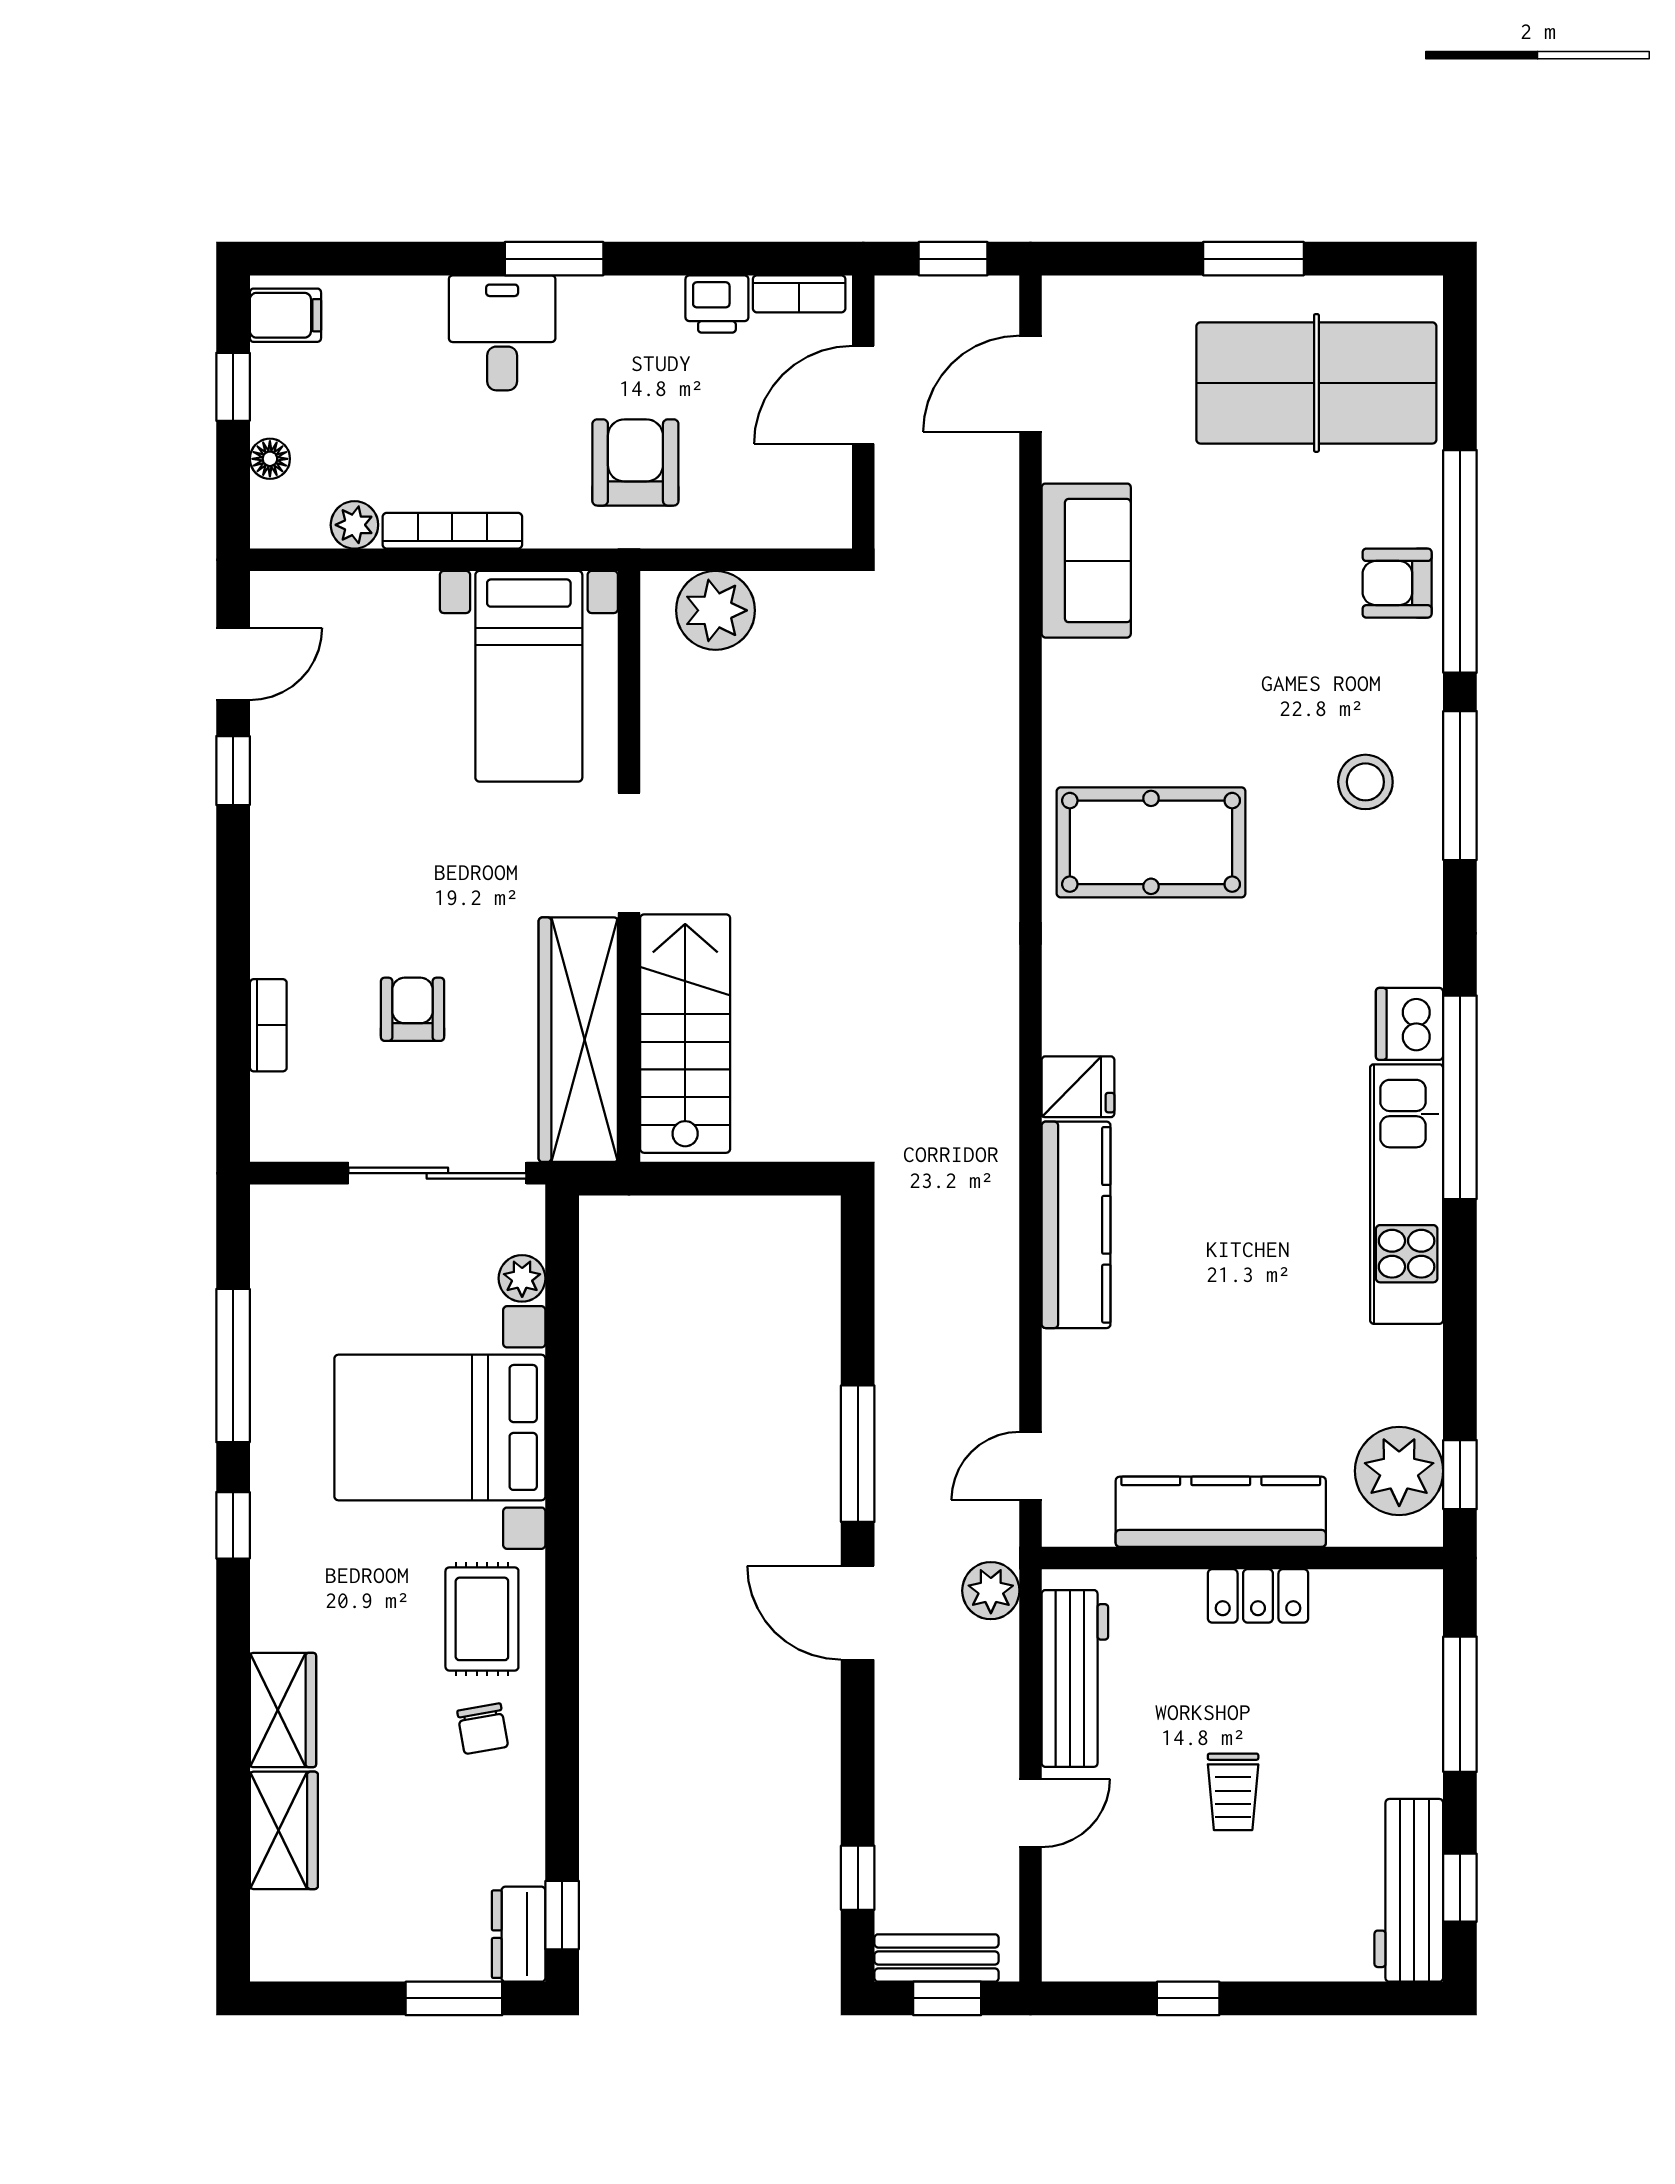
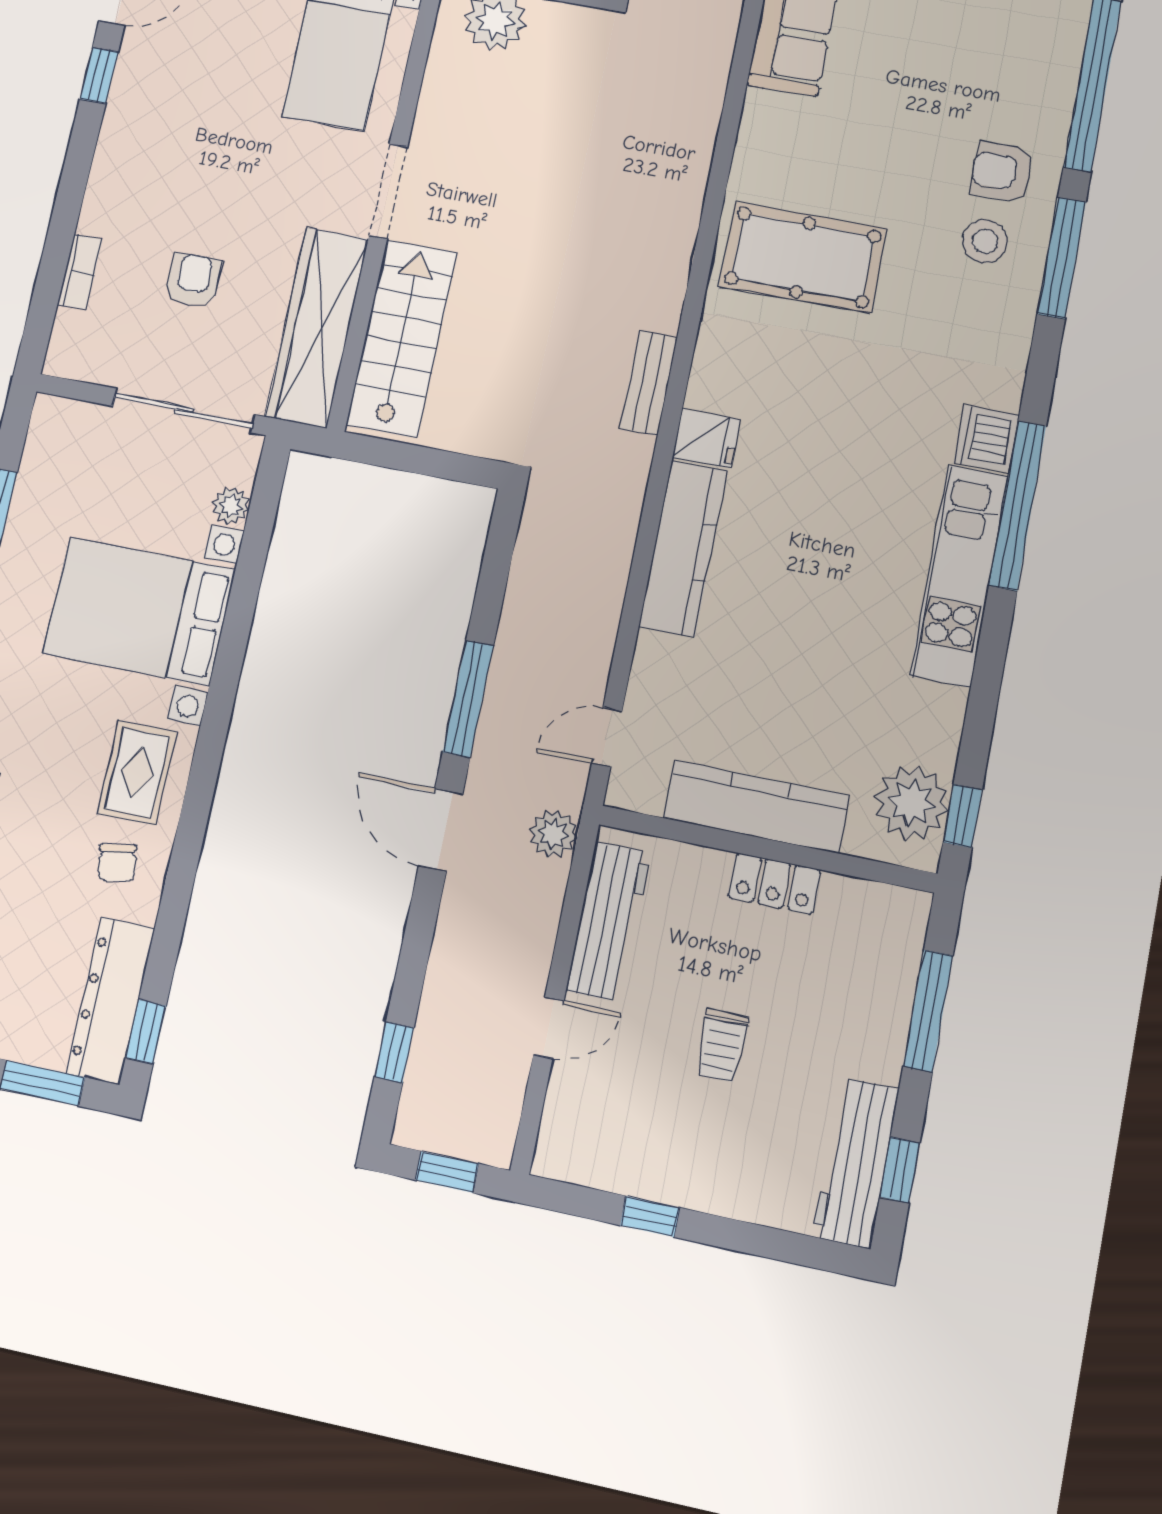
armchair: (1397, 583) -> (1002, 172), moved
dresser: (519, 1934) -> (110, 1001), width x1.96, depth x1.24
bench: (937, 1958) -> (649, 383), moved, turned 90

